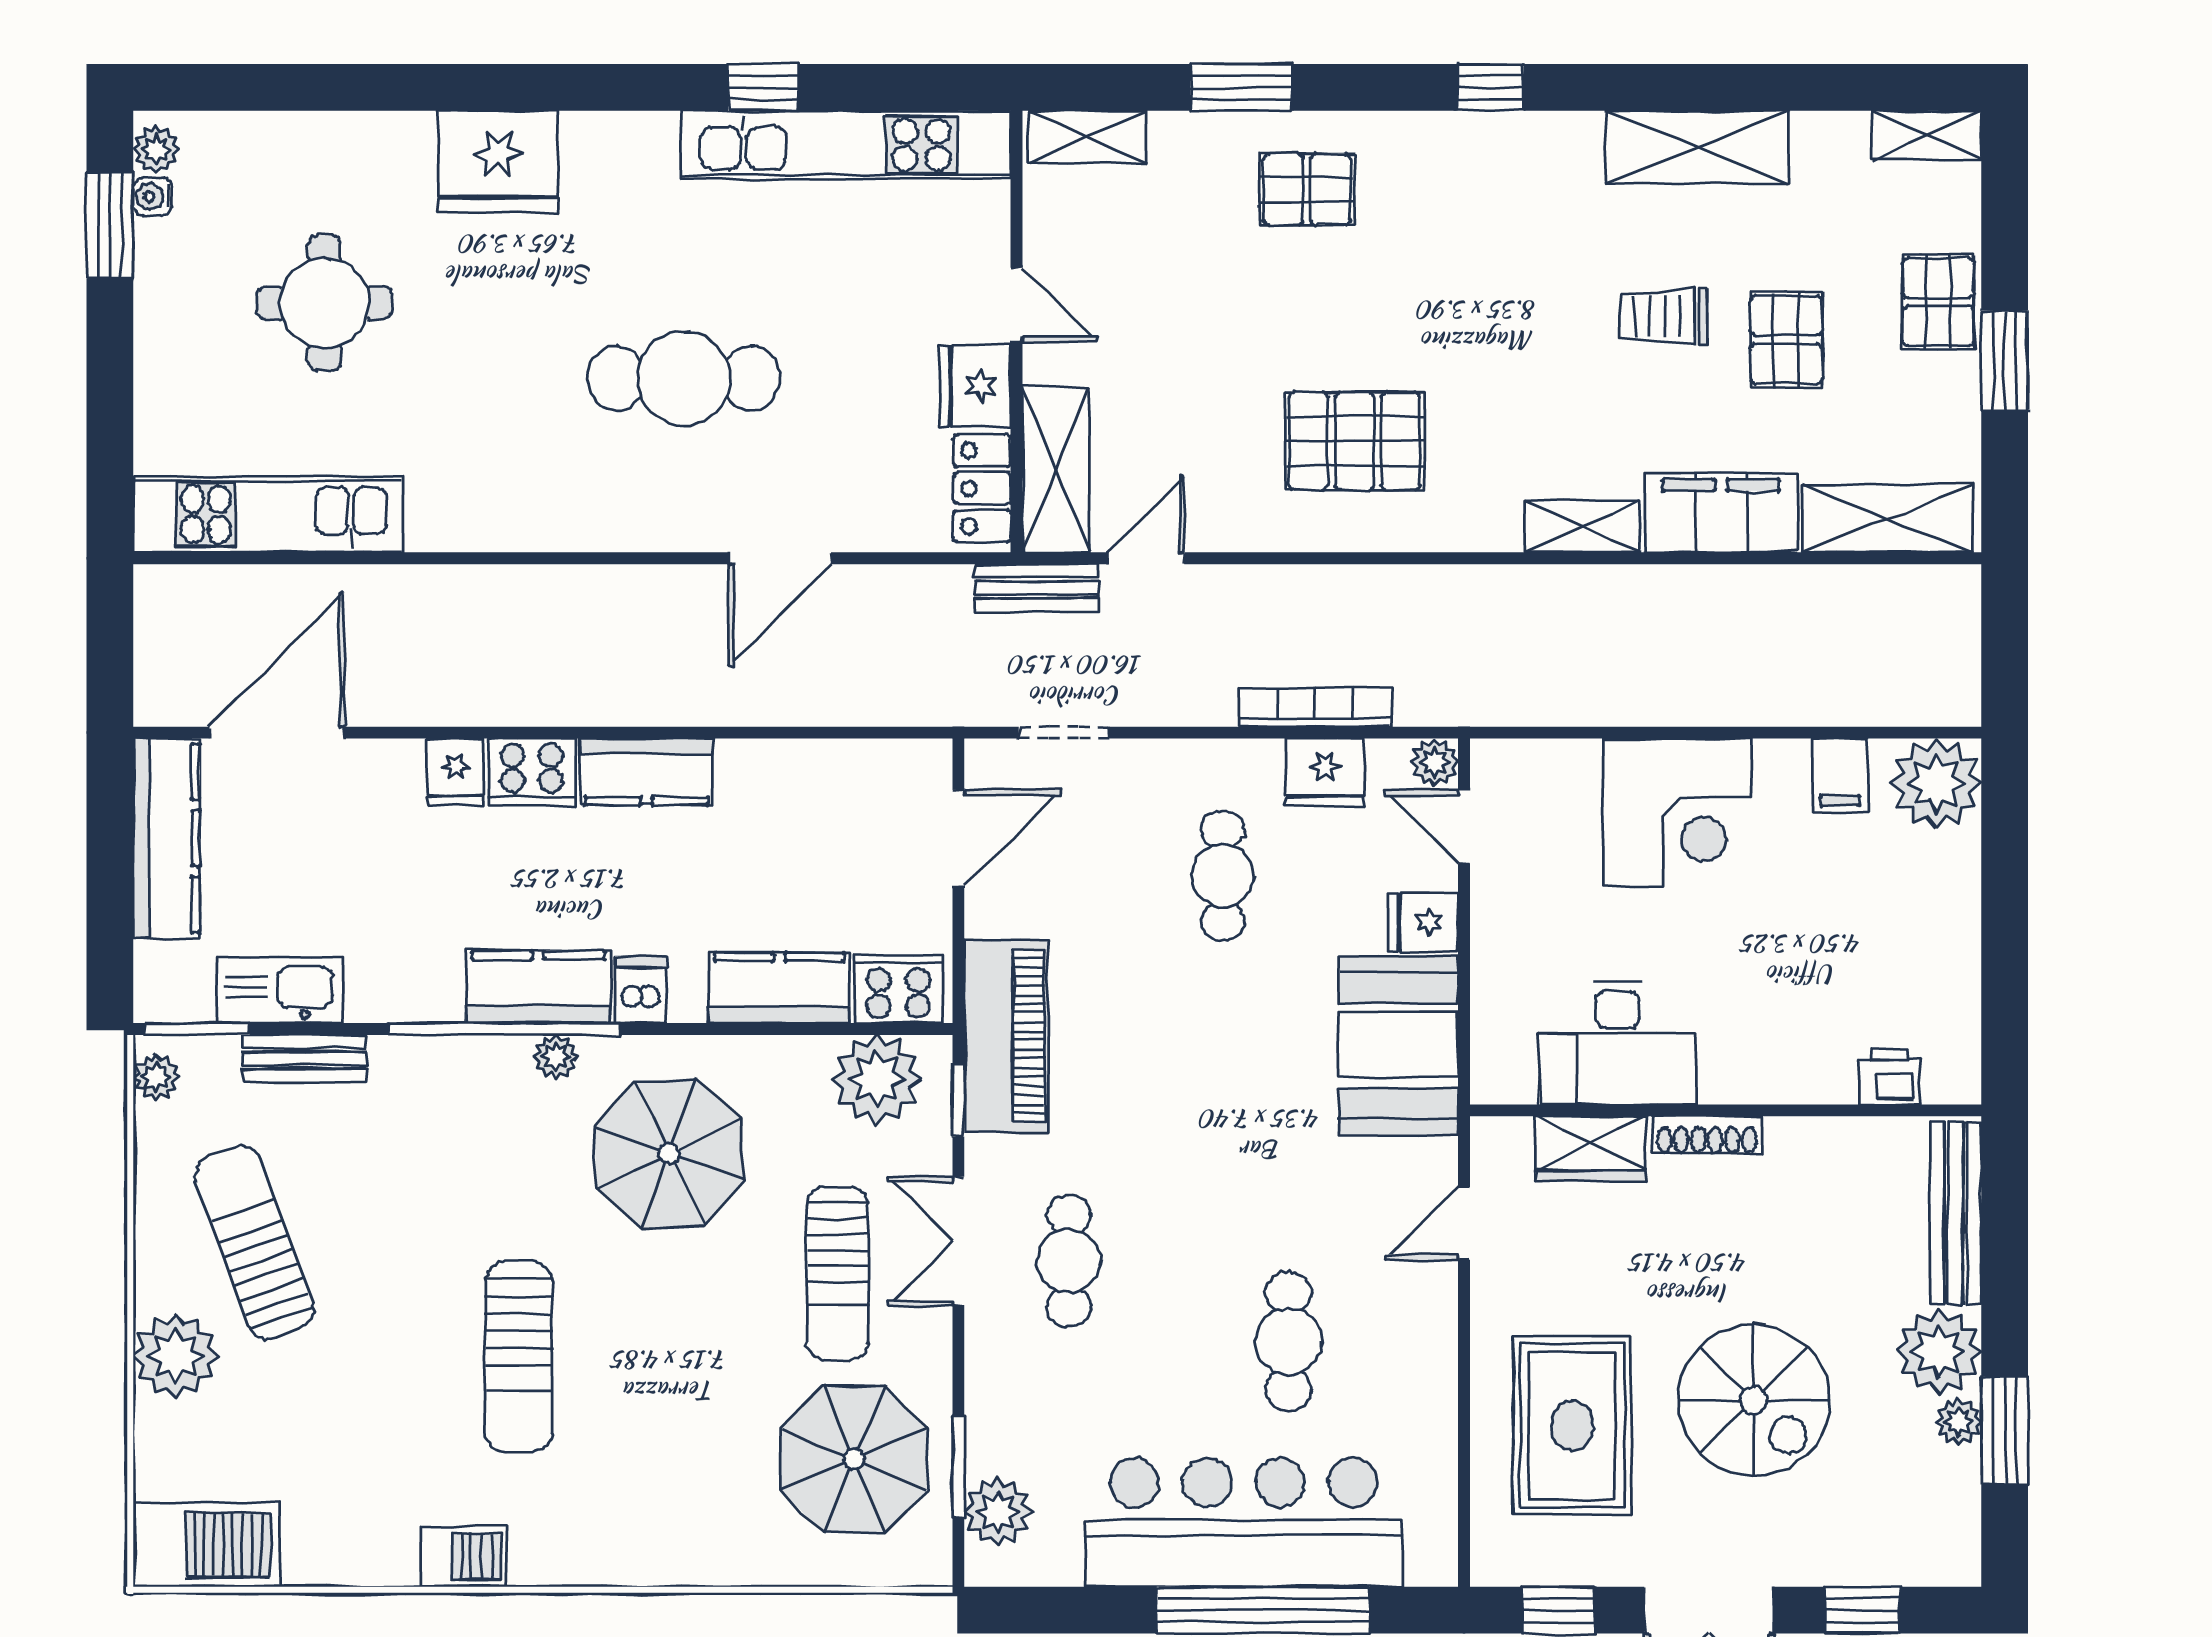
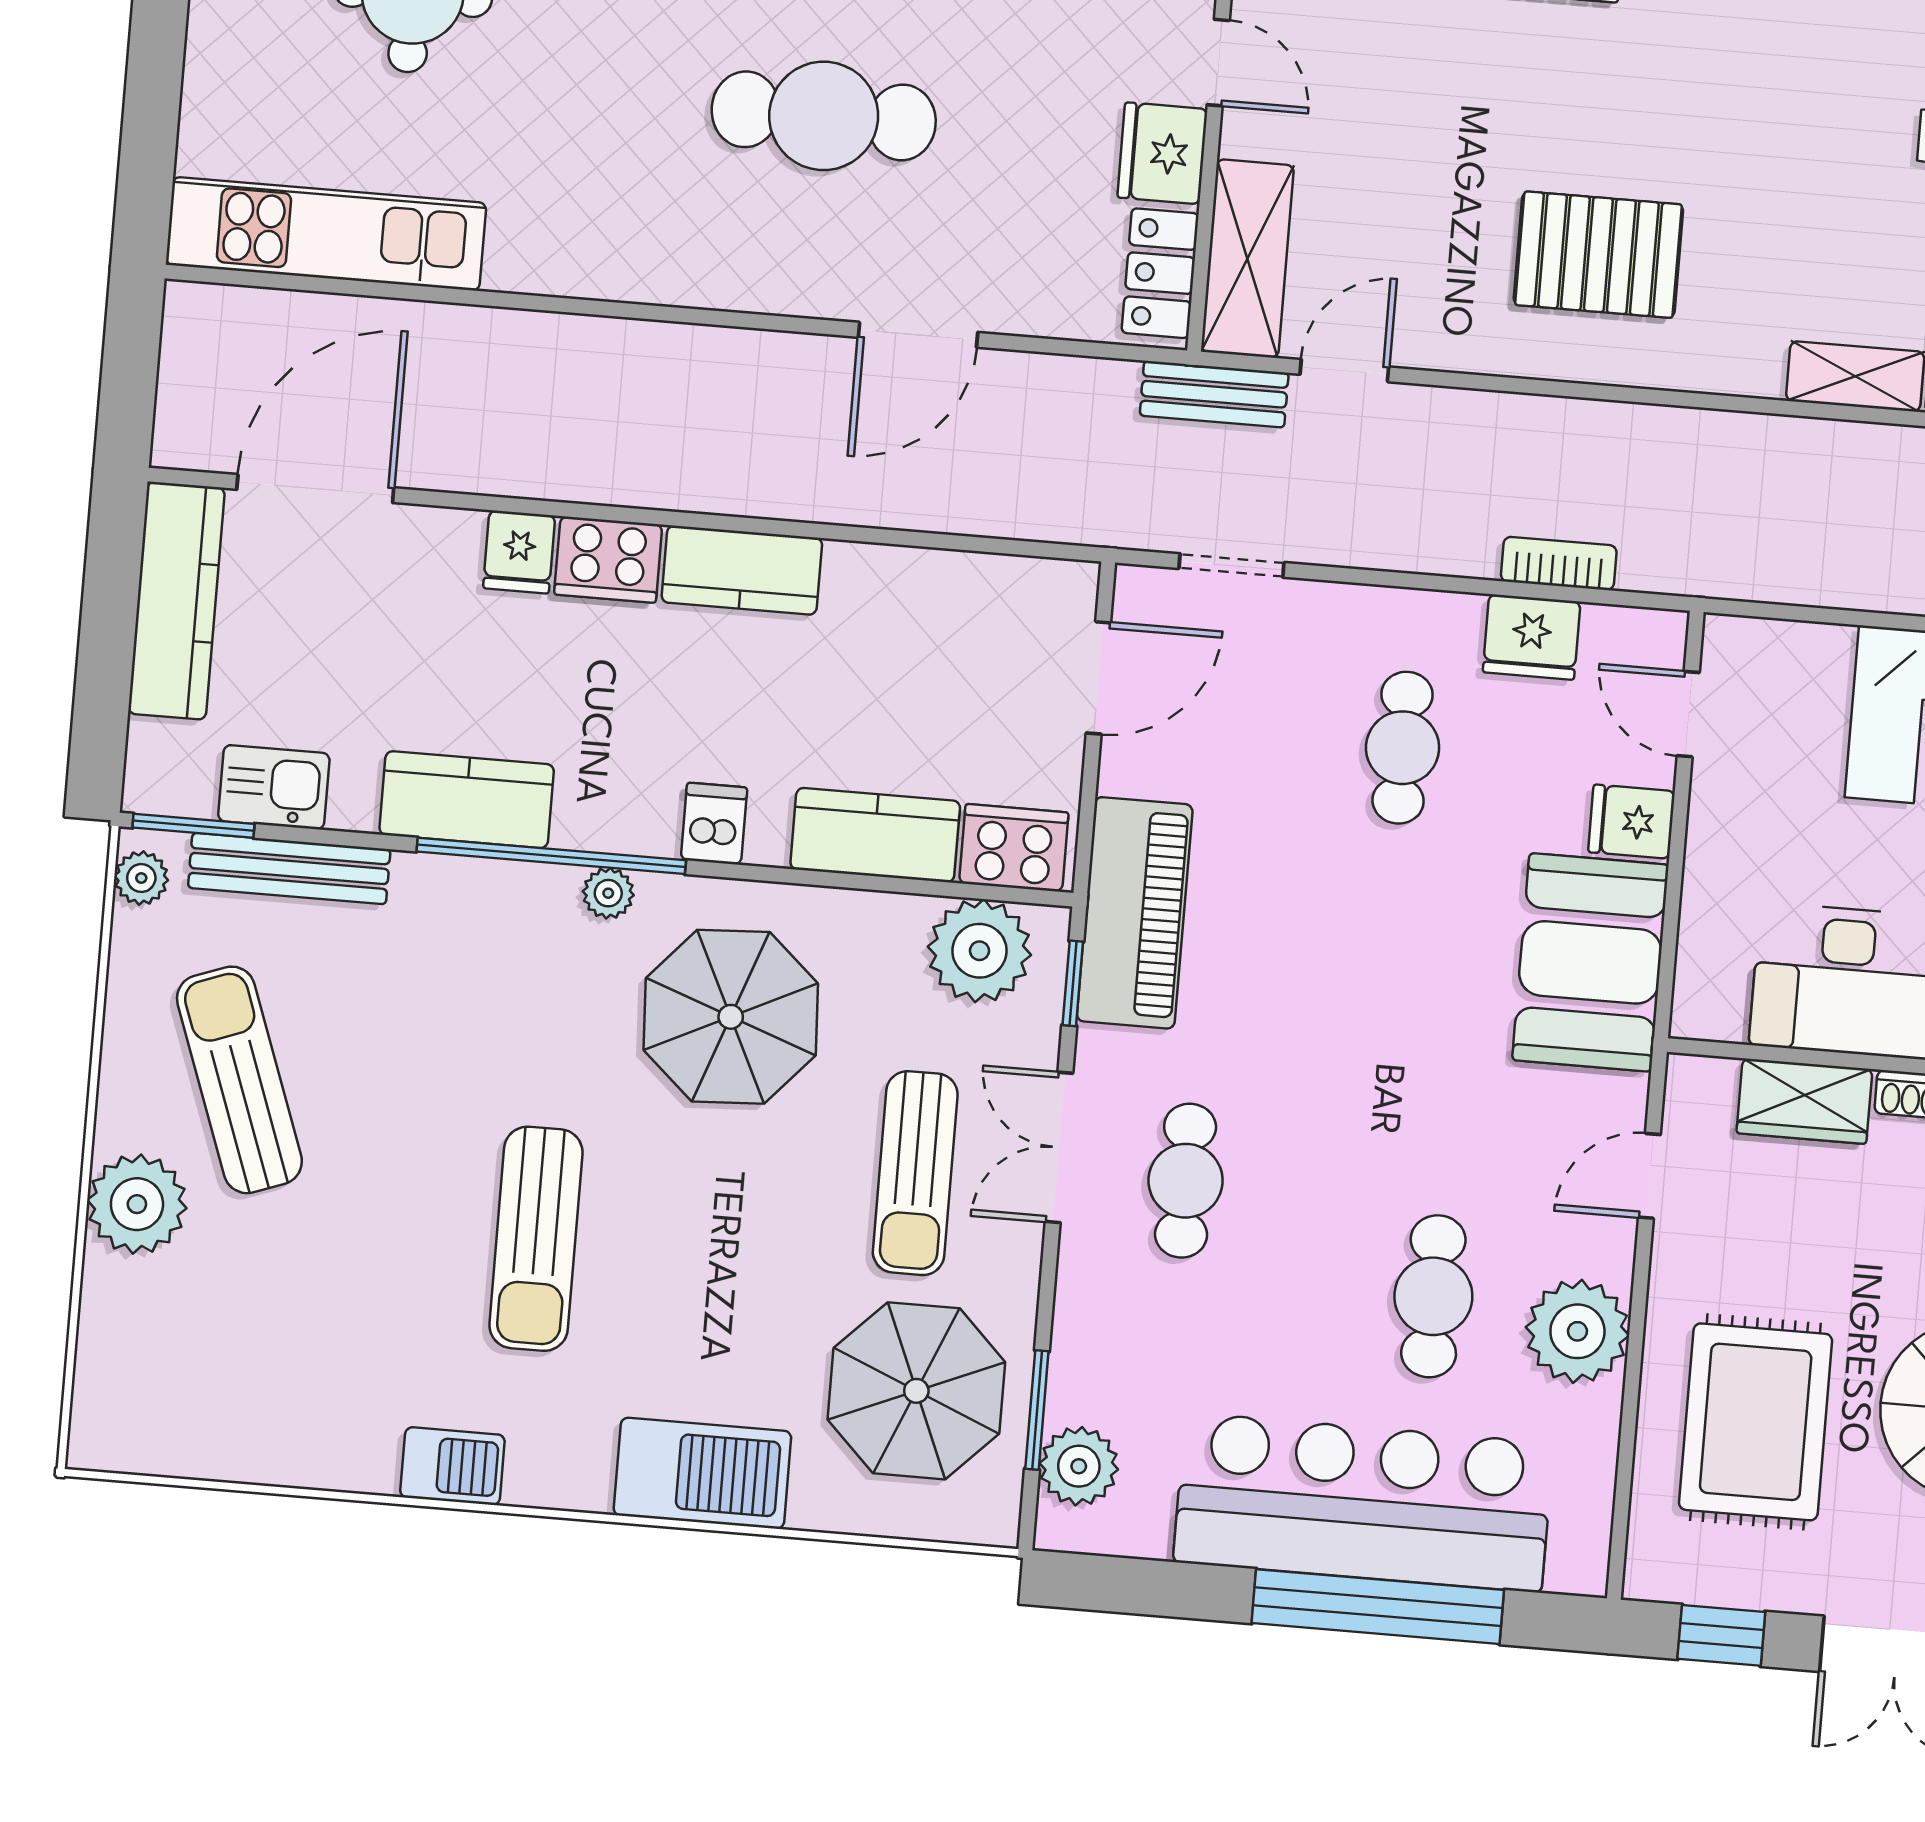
bookcase: (1316, 707) -> (1559, 563), width x0.64
plant: (1435, 762) -> (1577, 1331), moved, width x1.87, depth x1.87
kitchen counter: (538, 987) -> (467, 800), moved
kitchen sink: (280, 990) -> (274, 787), width x0.73
bench: (304, 1059) -> (289, 869), width x1.36
barbecue: (206, 1545) -> (702, 1473), moved

